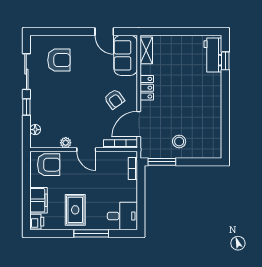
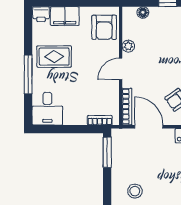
stool: (179, 141) -> (135, 191), moved

